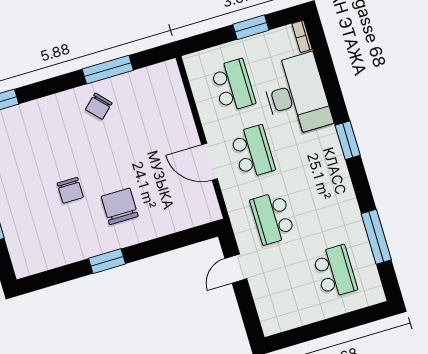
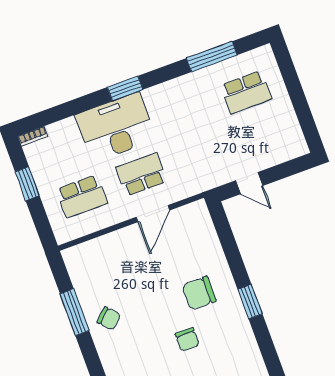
school desk: (233, 85) -> (82, 196), turned 180
desk: (296, 95) -> (116, 127), moved
chair: (70, 190) -> (187, 339), turned 90
school desk: (272, 218) -> (201, 153), removed
school desk: (335, 272) -> (246, 92), turned 180

